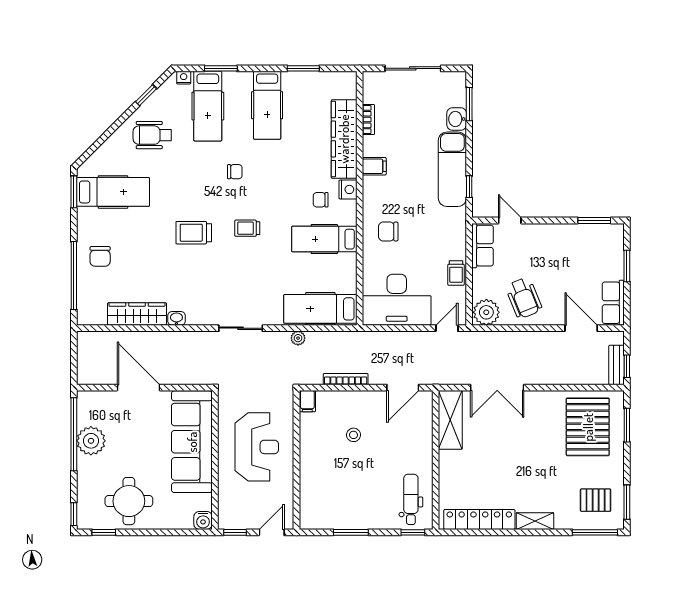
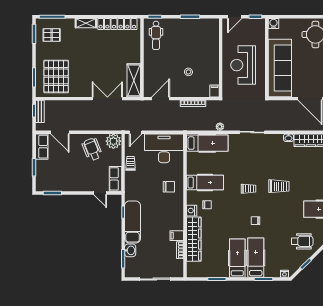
hospital bed: (208, 106) -> (256, 258), moved
filing cabinet: (374, 166) -> (177, 236), moved

